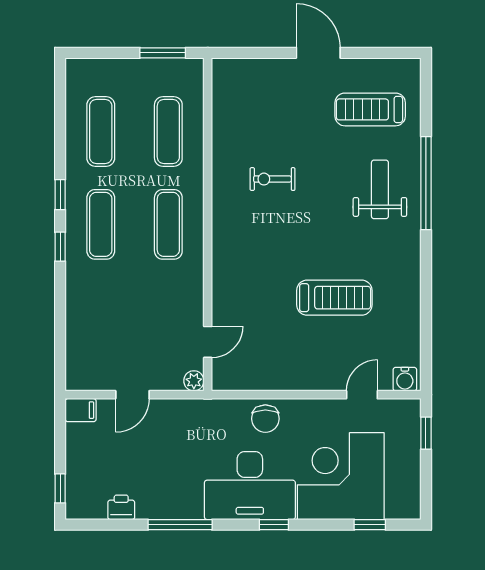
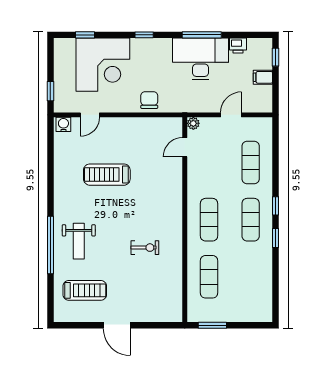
exercise mat: (101, 131) -> (251, 162), moved
filing cabinet: (81, 410) -> (263, 77), moved
desk: (250, 486) -> (200, 59), moved

